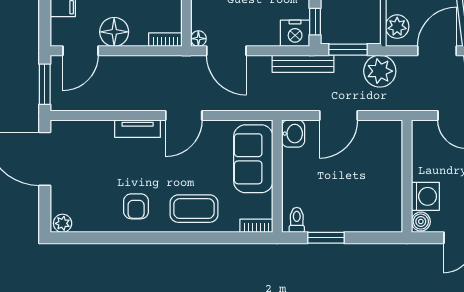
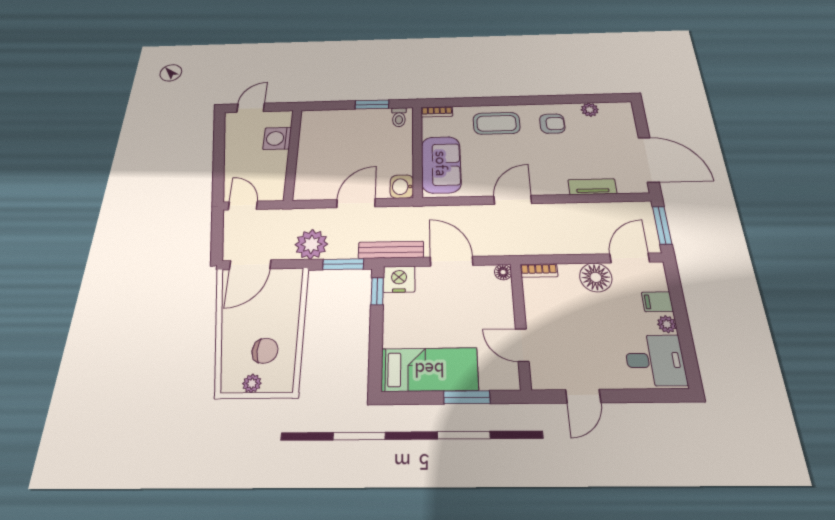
plant: (397, 27) -> (289, 288), removed
door: (226, 51) -> (452, 261), moved
tv unit: (138, 129) -> (592, 187), moved
armchair: (136, 206) -> (552, 124), turned 90
boiler: (421, 222) -> (284, 119), removed
plant: (63, 223) -> (590, 110), moved

